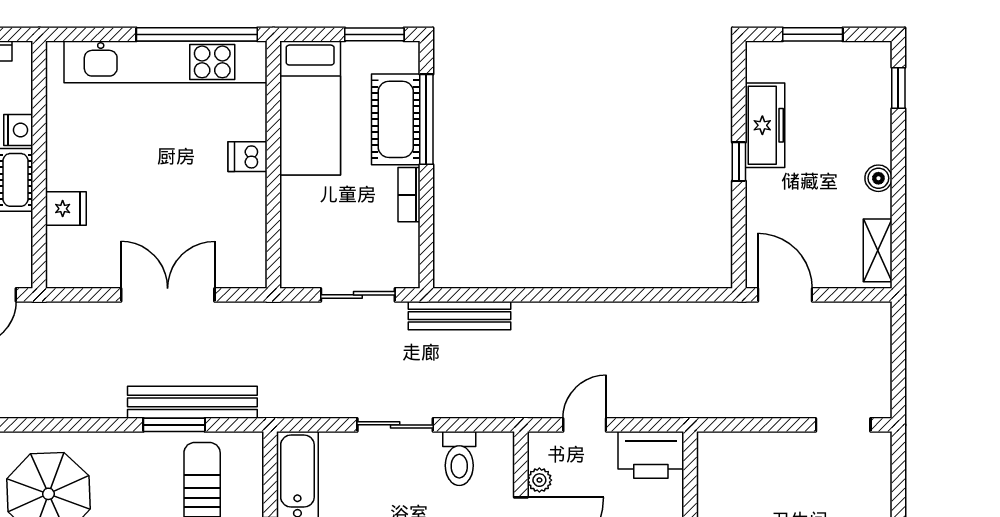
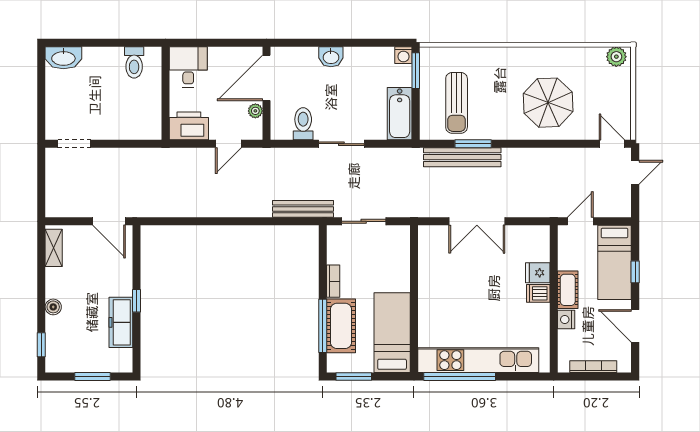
dishwasher: (248, 157) -> (538, 293), moved, turned 180
boiler: (878, 178) -> (53, 307), moved

